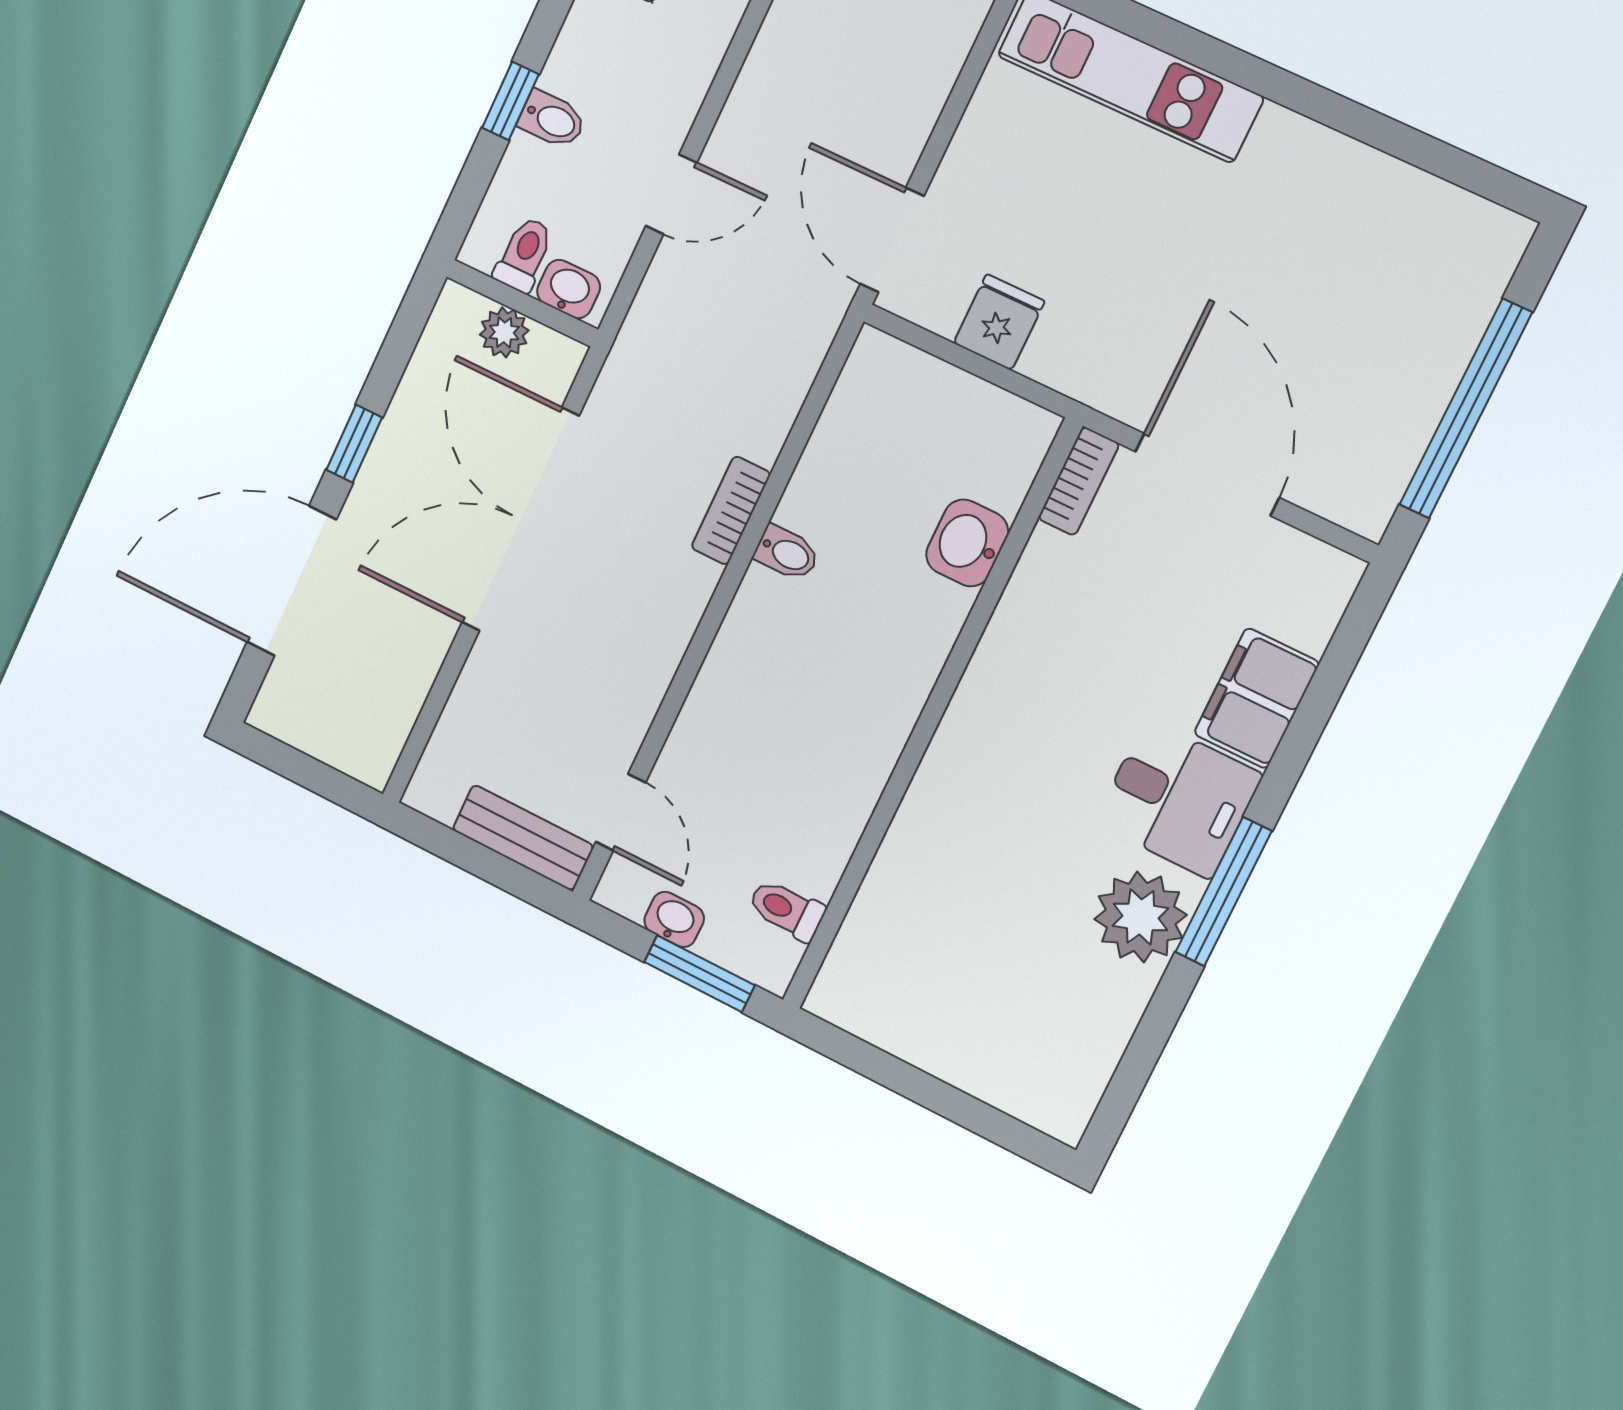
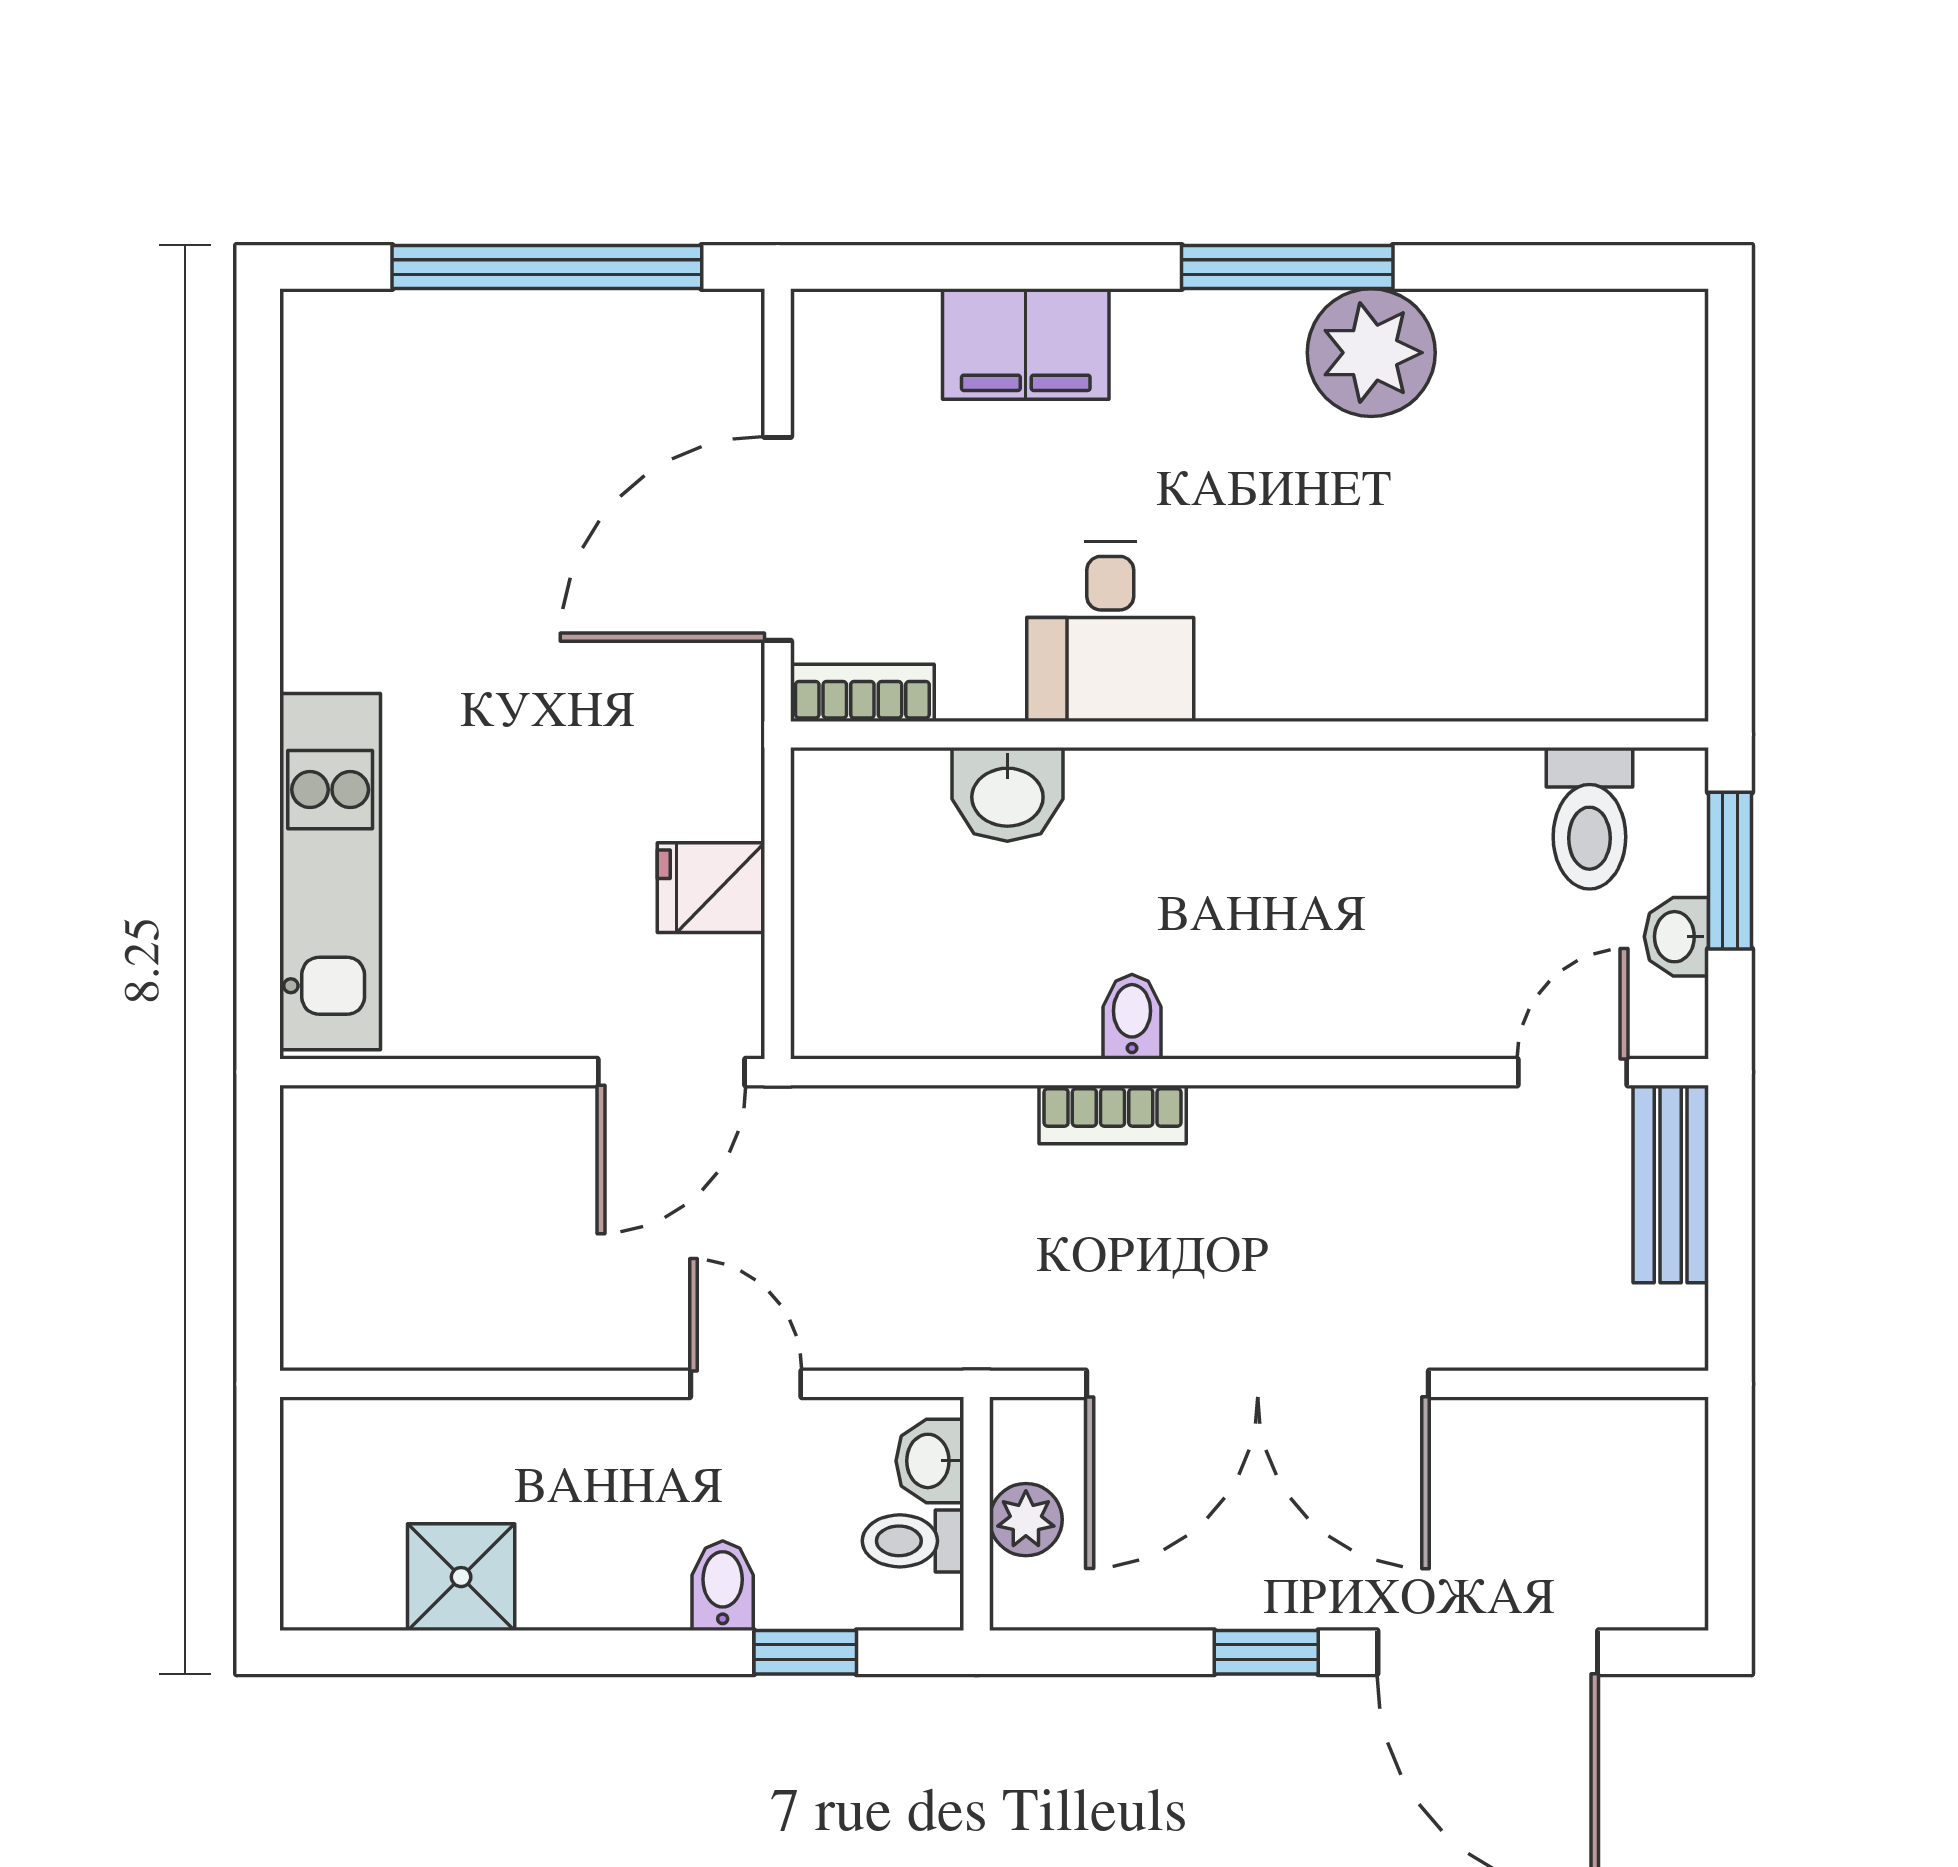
window: (510, 101) -> (805, 1652), moved
desk: (1178, 799) -> (1110, 632), moved, turned 180
toilet: (787, 910) -> (1589, 818), width x1.37, depth x1.39

